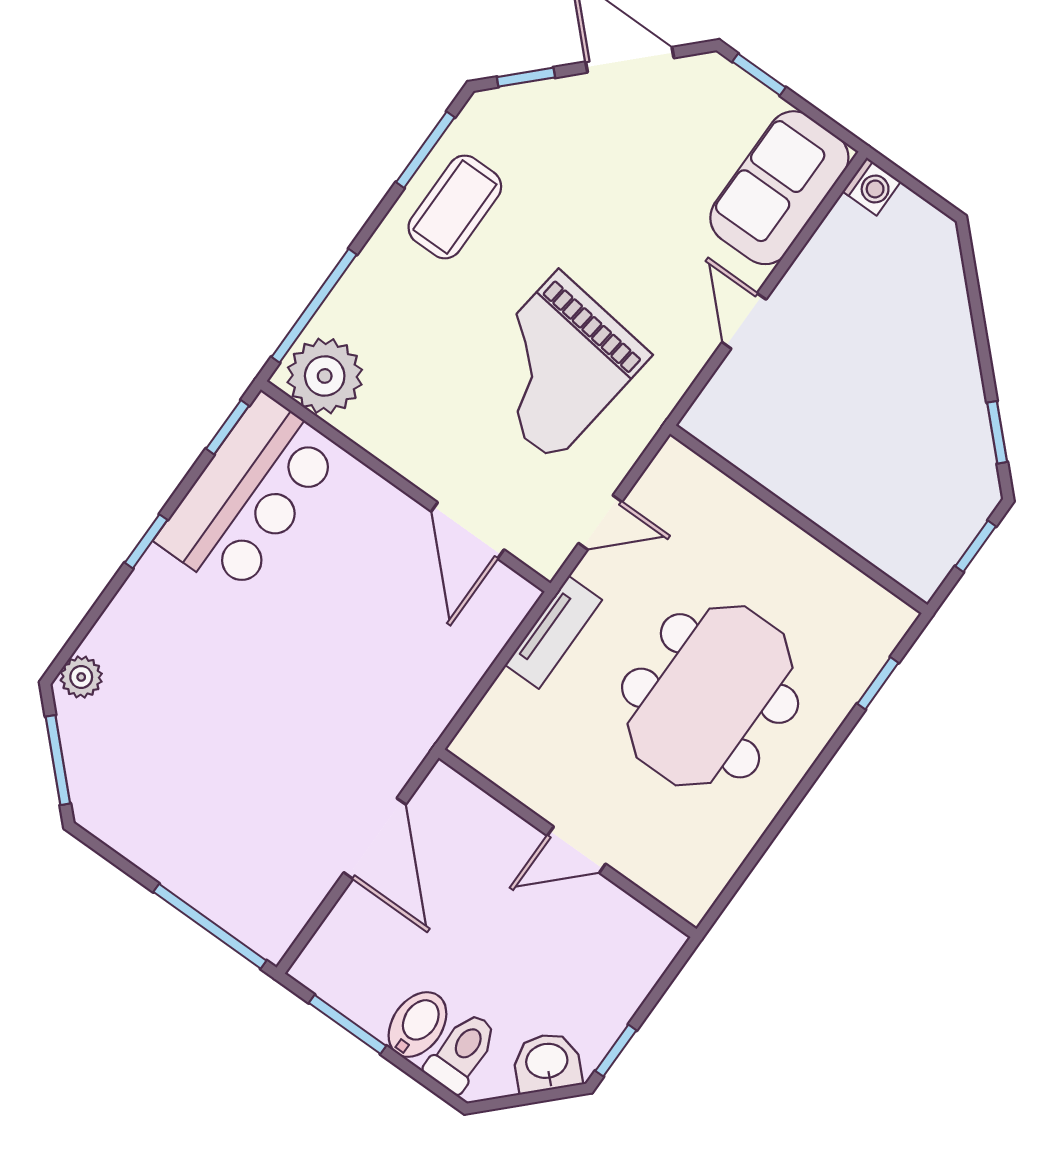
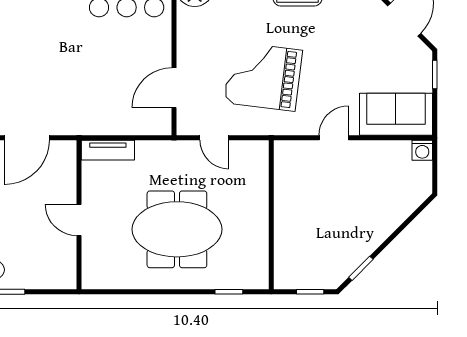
tv unit: (554, 632) -> (108, 150), moved

